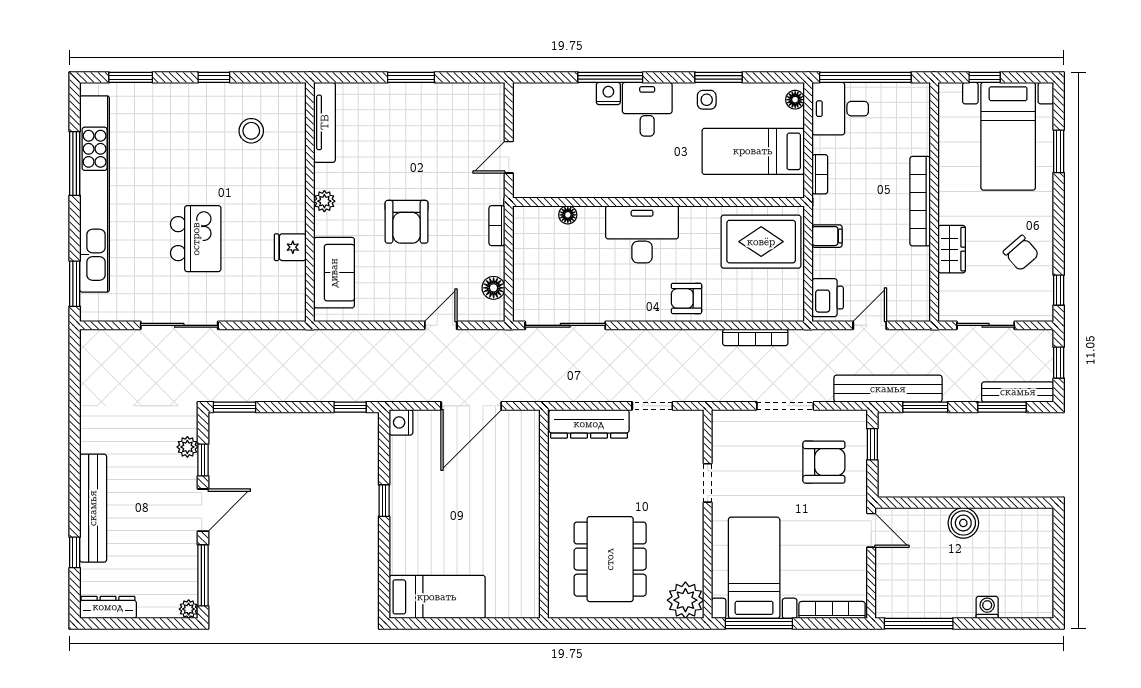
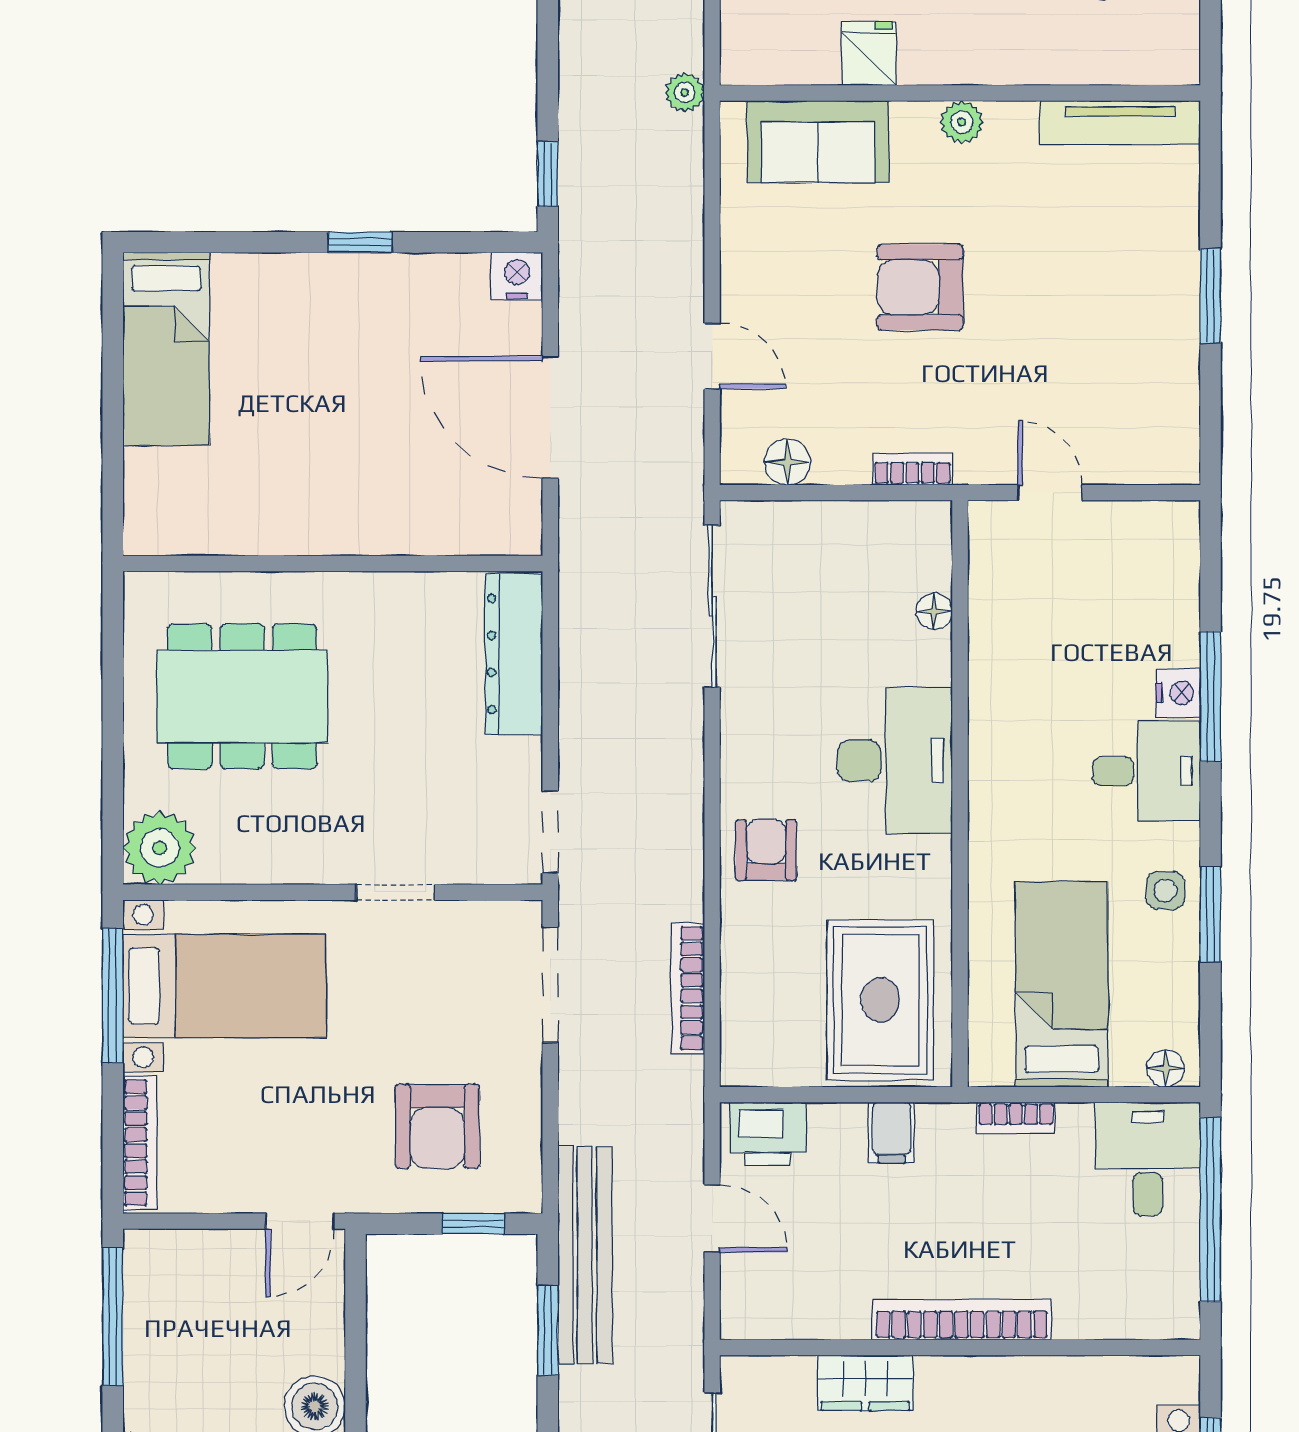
plant: (310, 339) -> (685, 92), added
doorway: (652, 406) -> (550, 832), moved
doorway: (785, 406) -> (550, 985), moved

